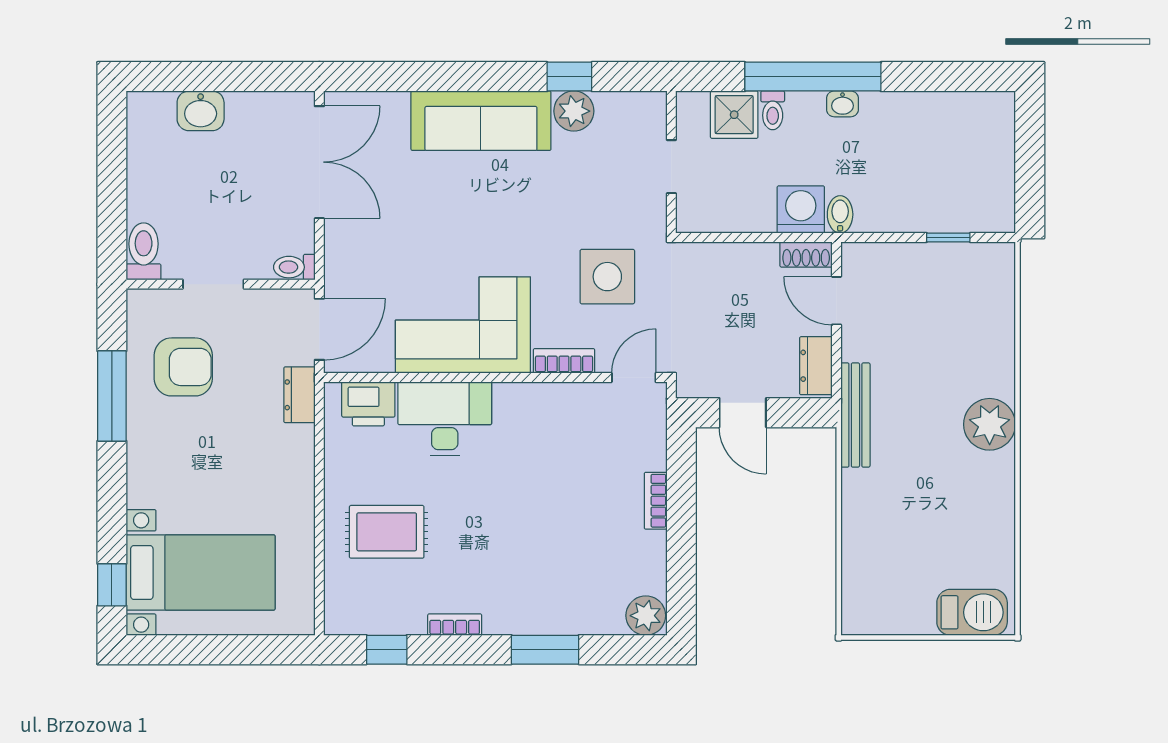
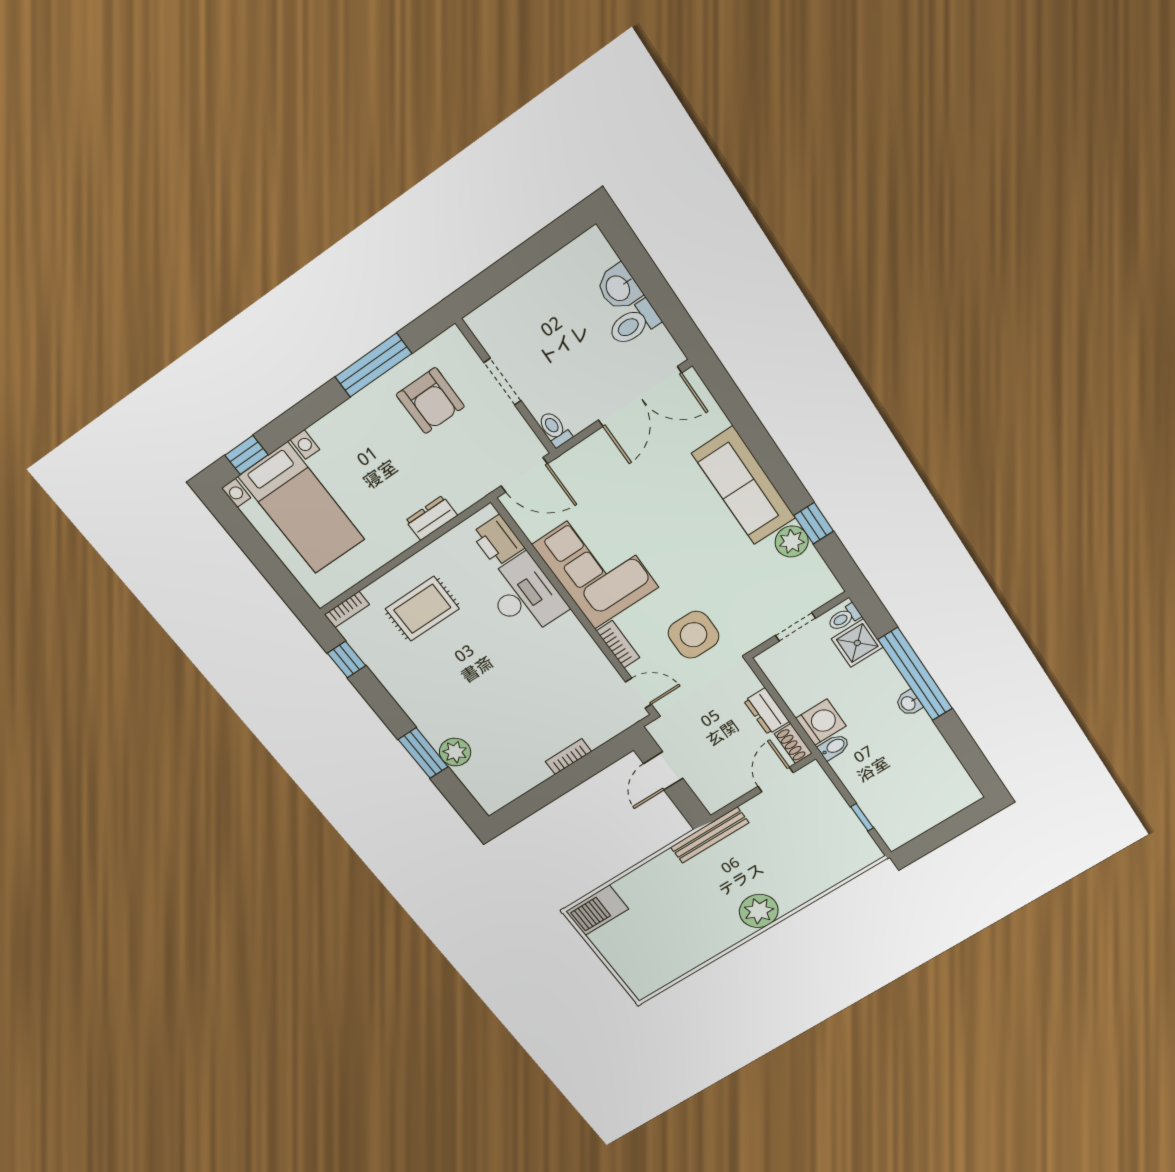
toilet: (773, 110) -> (844, 618), moved
toilet: (144, 251) -> (634, 323), moved, turned 180
dresser: (816, 366) -> (767, 711), moved, turned -90
dresser: (299, 395) -> (432, 518), moved
rug: (387, 532) -> (422, 609), turned 90
barbecue: (972, 612) -> (597, 910), moved, turned 90
plant: (646, 616) -> (455, 752), moved
bookcase: (455, 625) -> (347, 610), moved, turned 90

